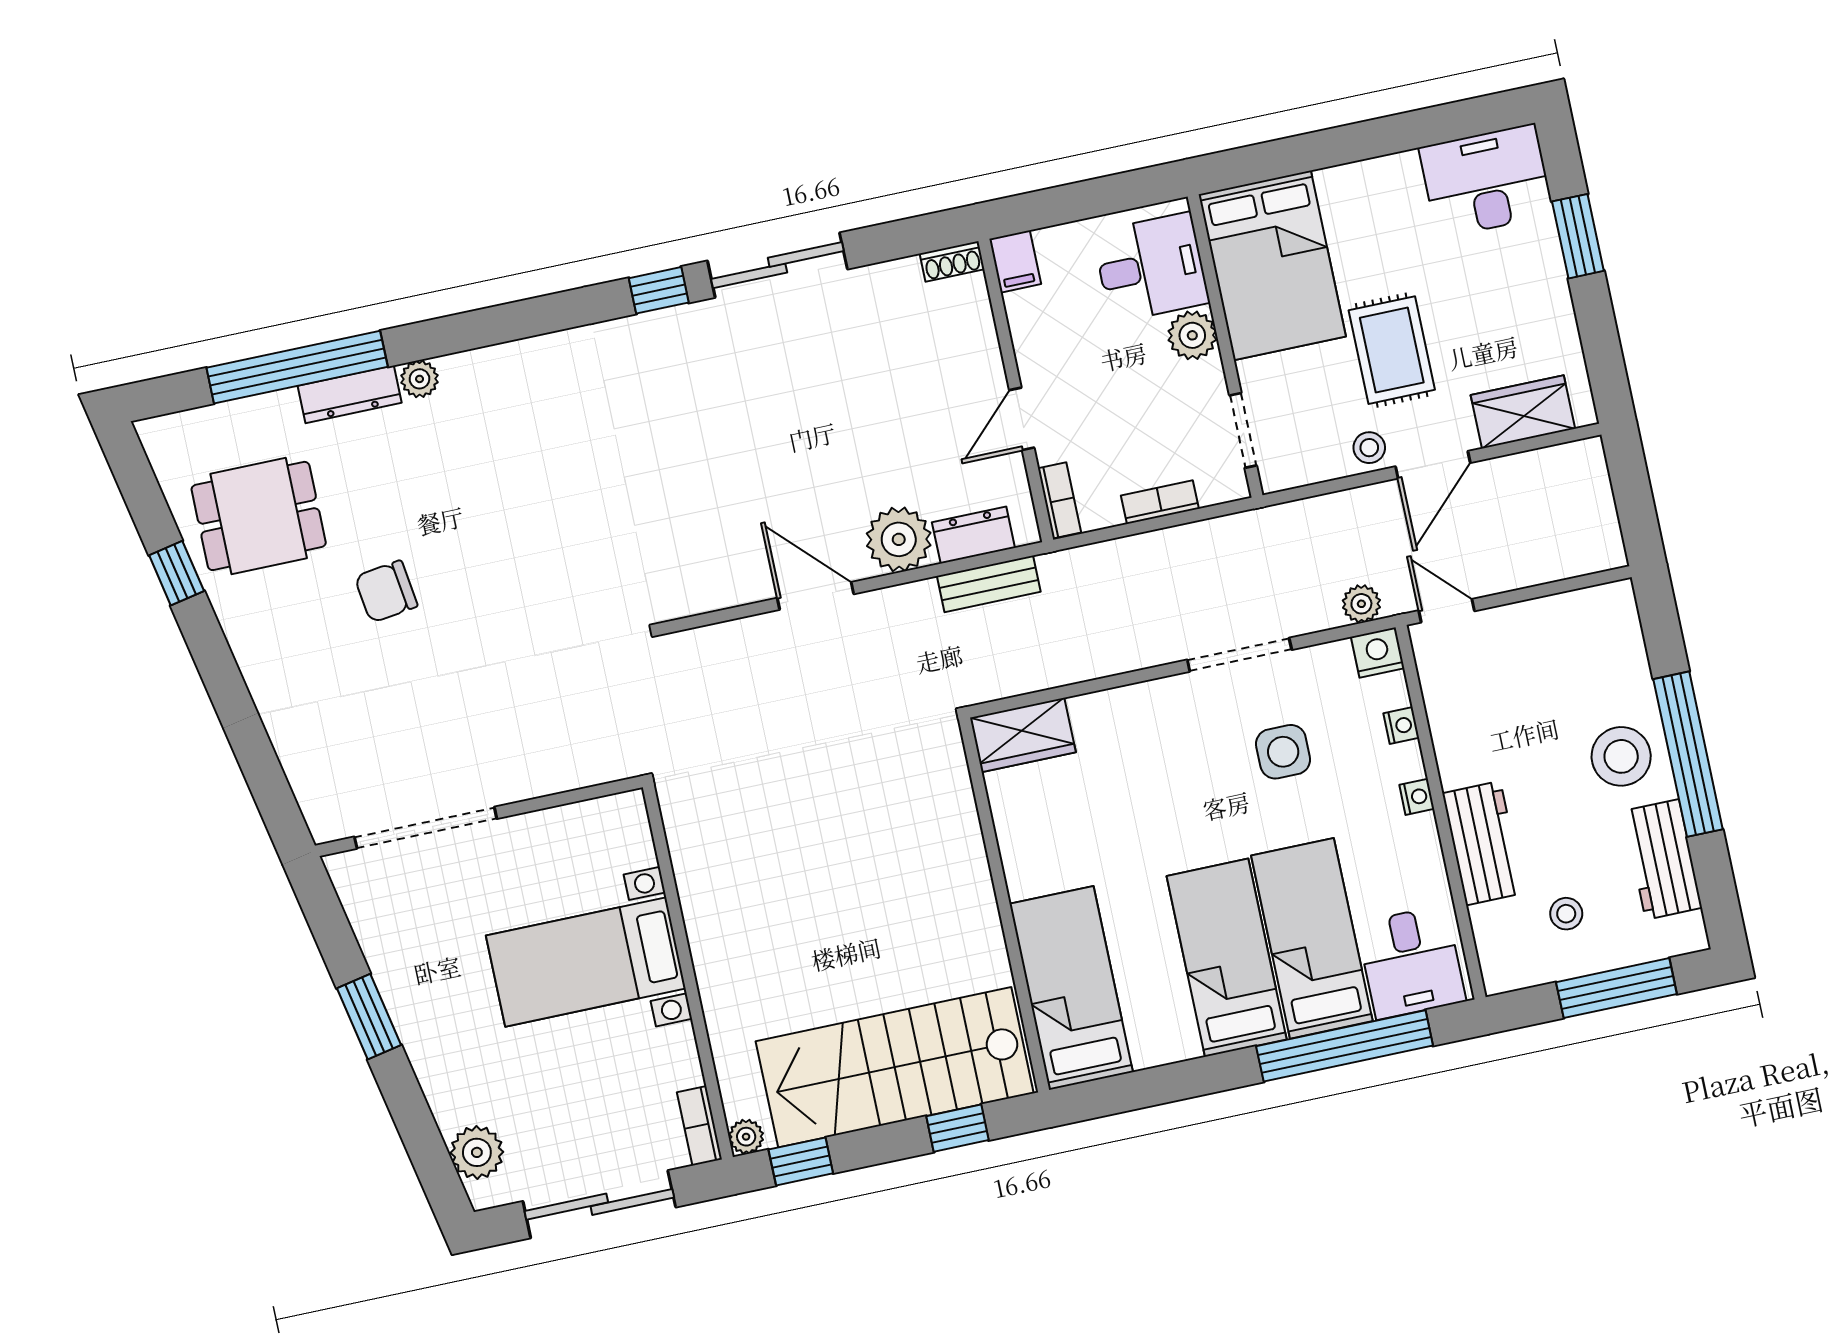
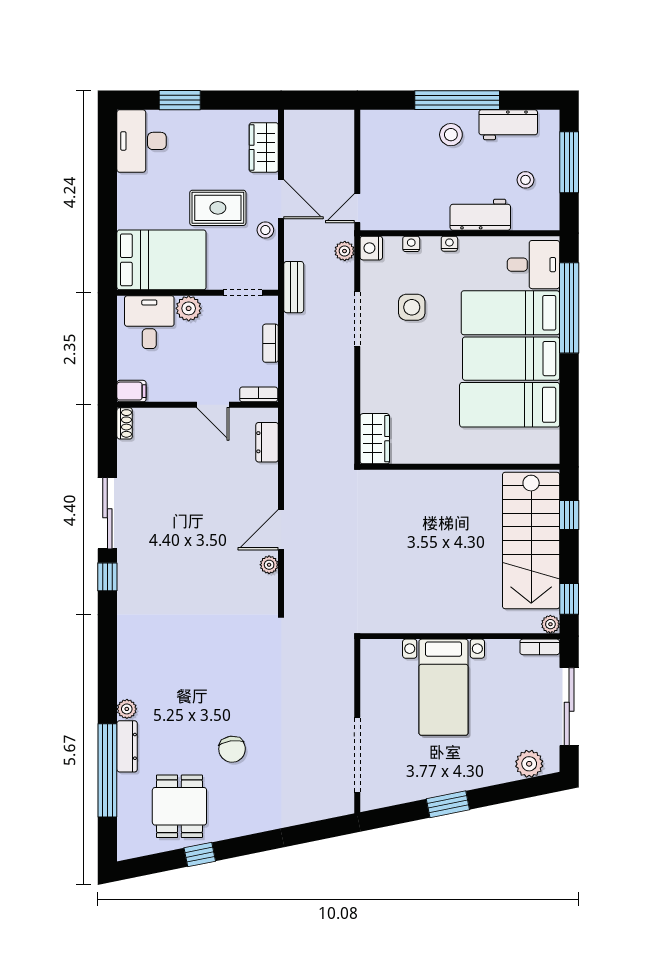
plant: (899, 539) -> (269, 565), moved, width x0.53, depth x0.53
bench: (989, 584) -> (294, 287), moved
stool: (1621, 756) -> (451, 135), width x0.73, depth x0.73
bed: (1071, 988) -> (510, 405), moved

